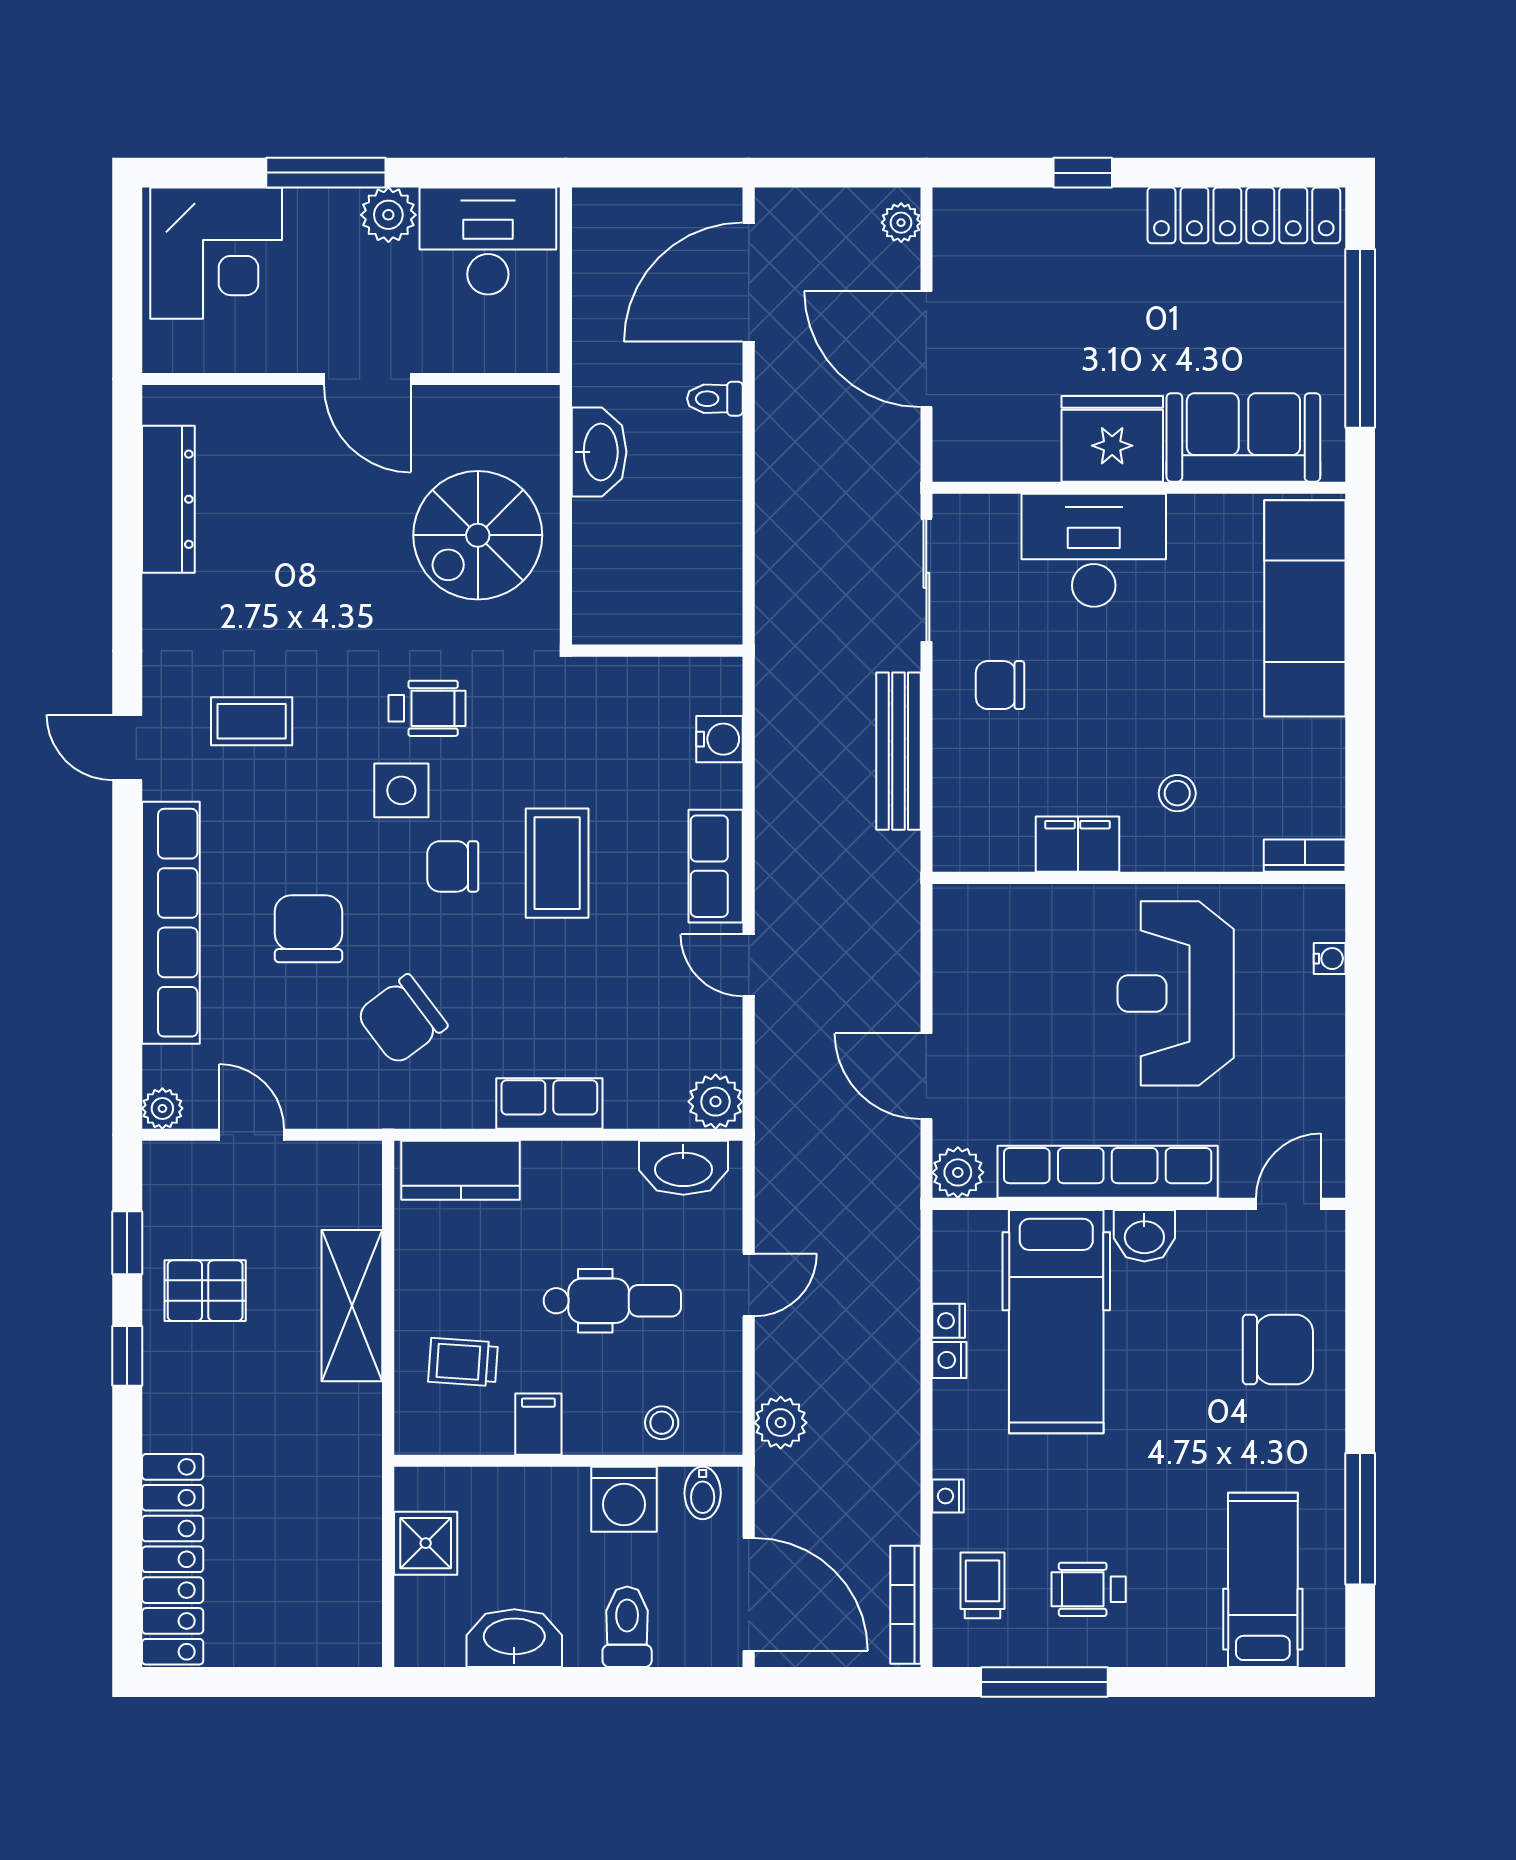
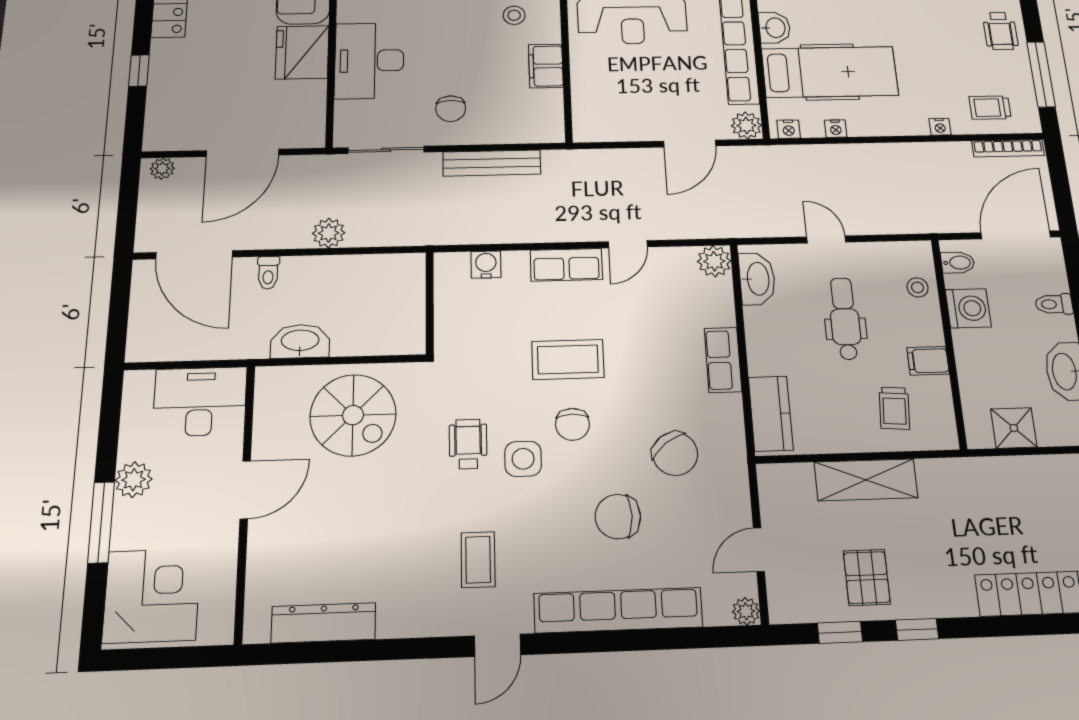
desk: (488, 241) -> (200, 402), moved, turned 90
nightstand: (949, 1360) -> (789, 129), moved
plant: (781, 1423) -> (329, 233), moved
wheelchair: (1089, 1589) -> (1000, 31), moved
toilet: (627, 1627) -> (1054, 304), width x0.73, depth x0.72

